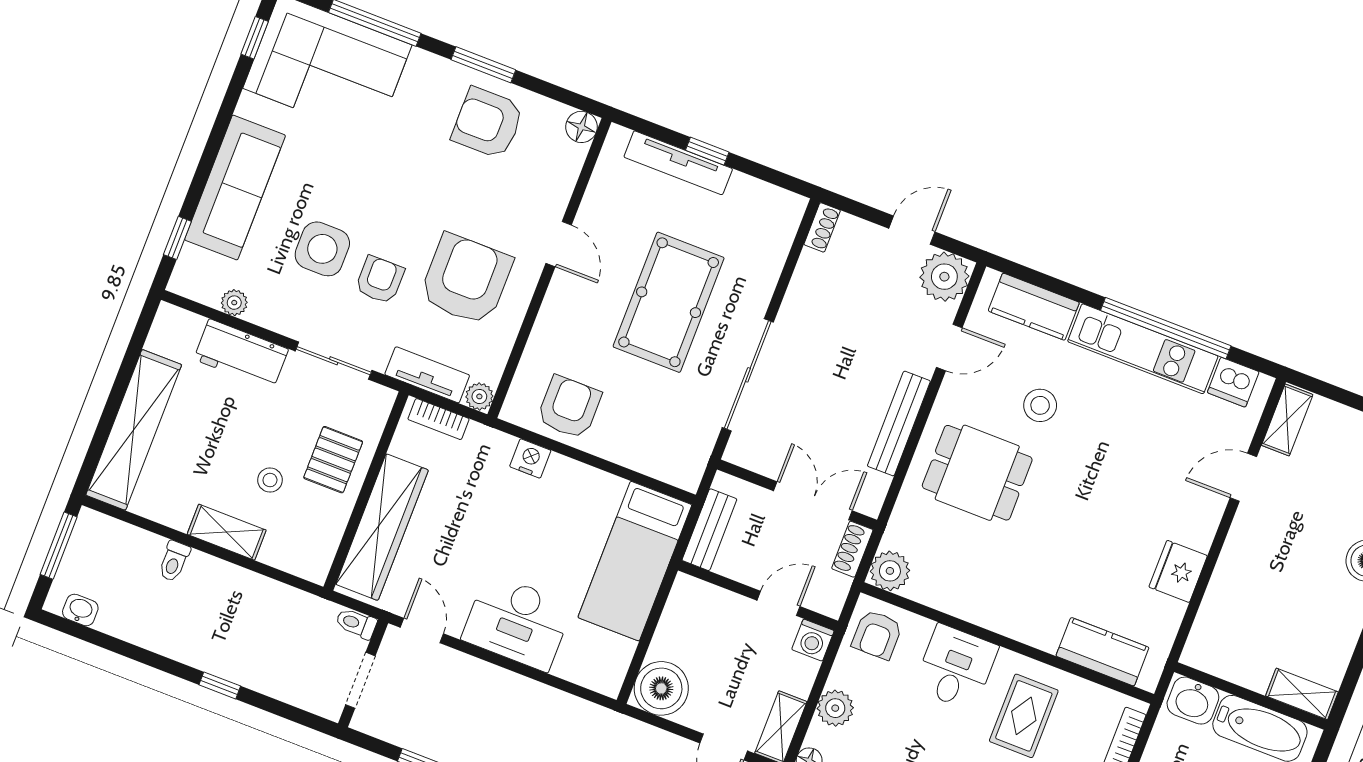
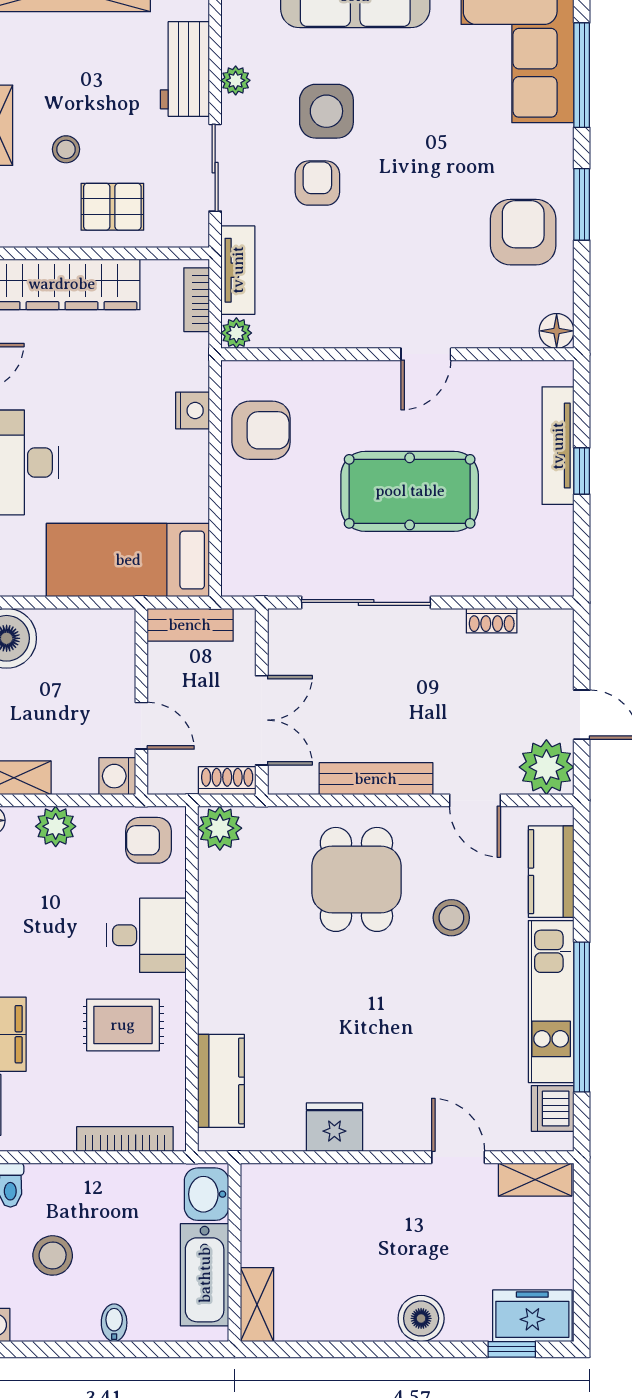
shoe rack: (822, 227) -> (492, 621), moved
armchair: (466, 279) -> (352, 272), removed
armchair: (380, 280) -> (317, 183), turned -90
plant: (234, 303) -> (236, 80), moved

